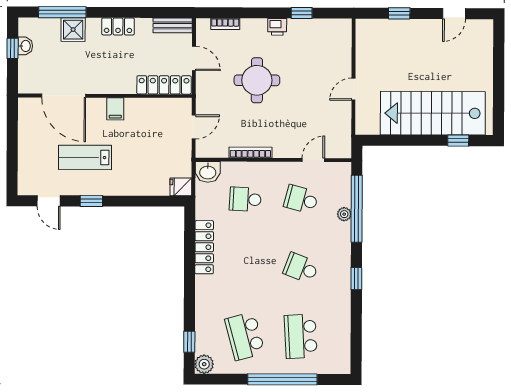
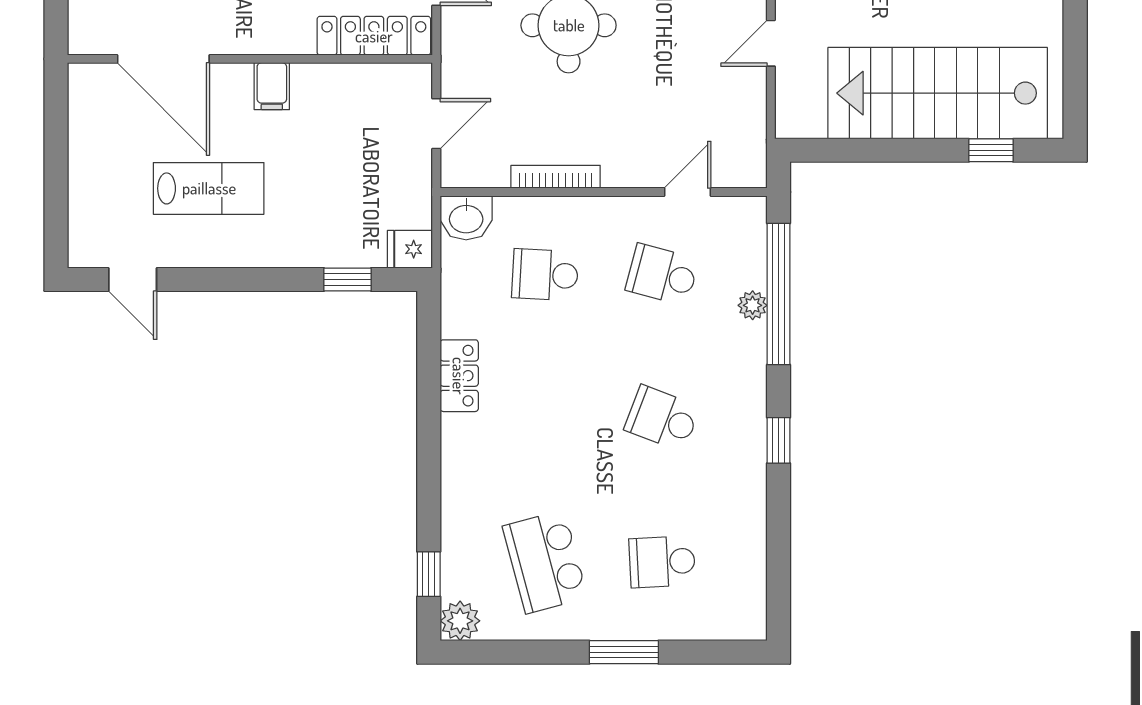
lab bench: (85, 157) -> (209, 188), turned 180
window: (91, 201) -> (348, 279), moved
locker: (204, 247) -> (459, 376), width x0.66
school desk: (301, 336) -> (662, 562), width x0.54
window: (282, 379) -> (624, 652), width x0.47

